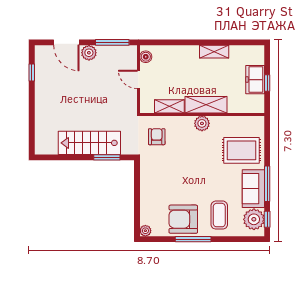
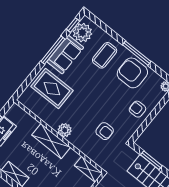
shelving: (169, 106) -> (88, 169), moved
armchair: (157, 137) -> (105, 131), moved, turned -90
armchair: (154, 192) -> (137, 109), added
armchair: (183, 219) -> (132, 73), turned 180

